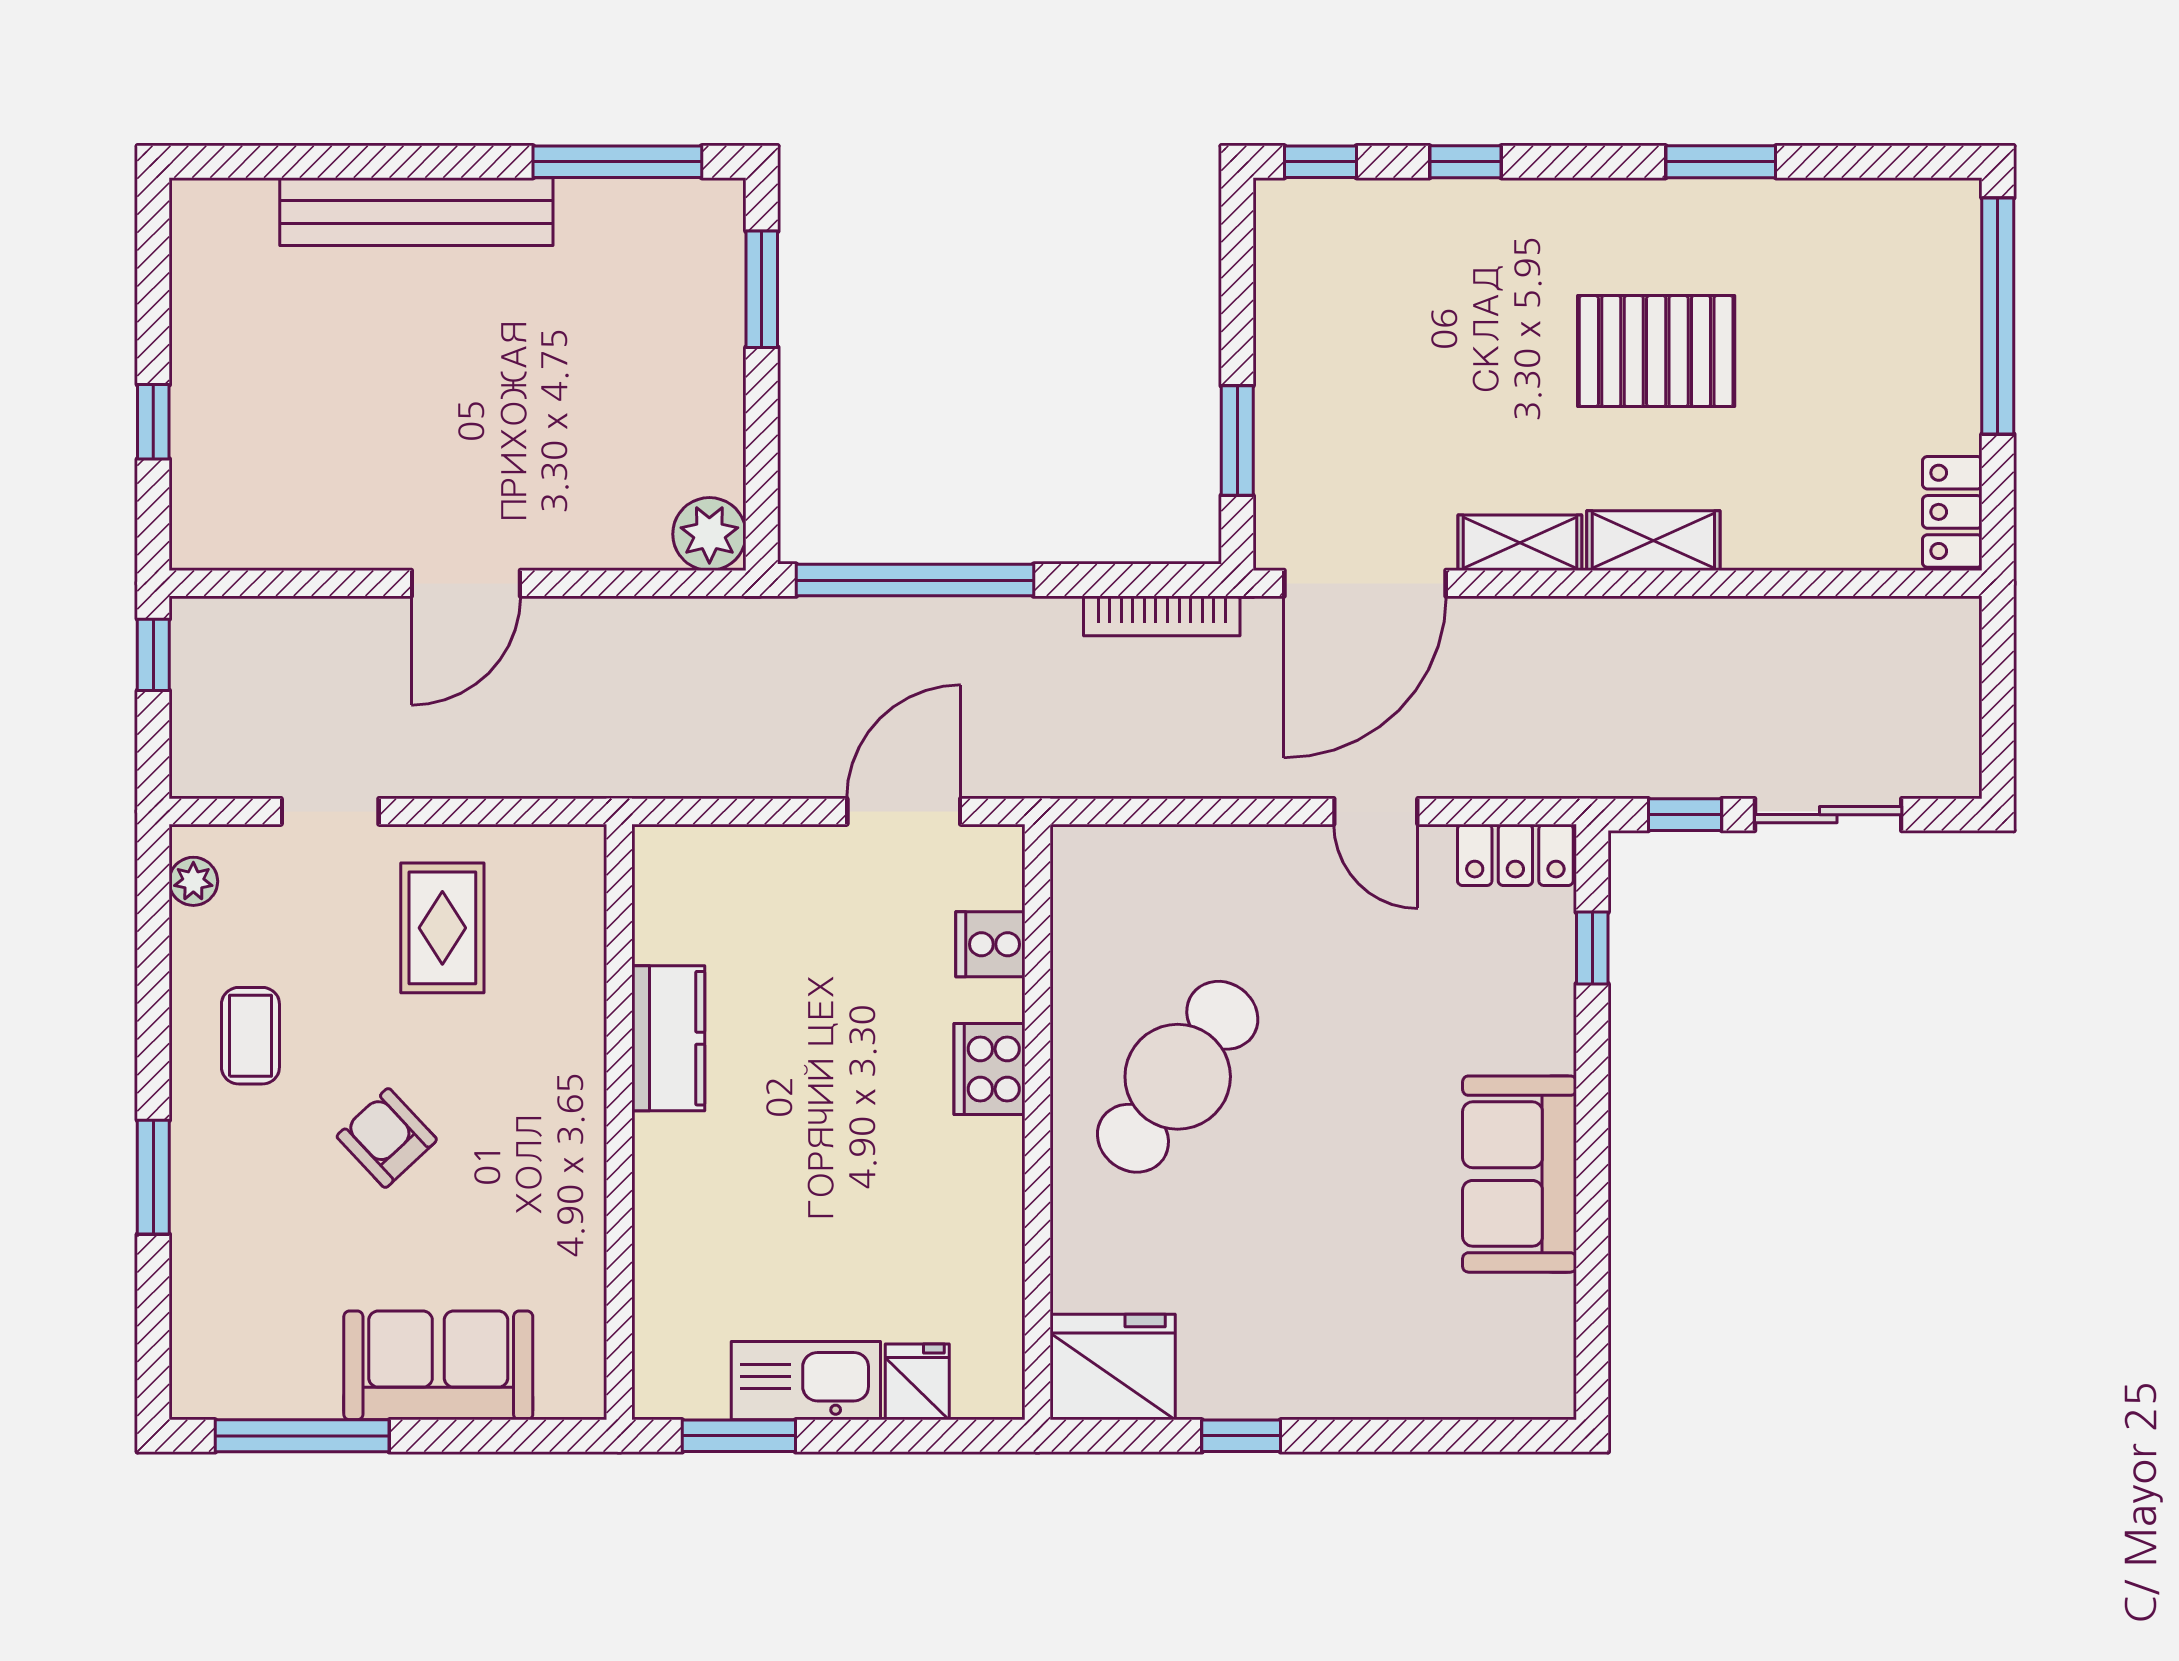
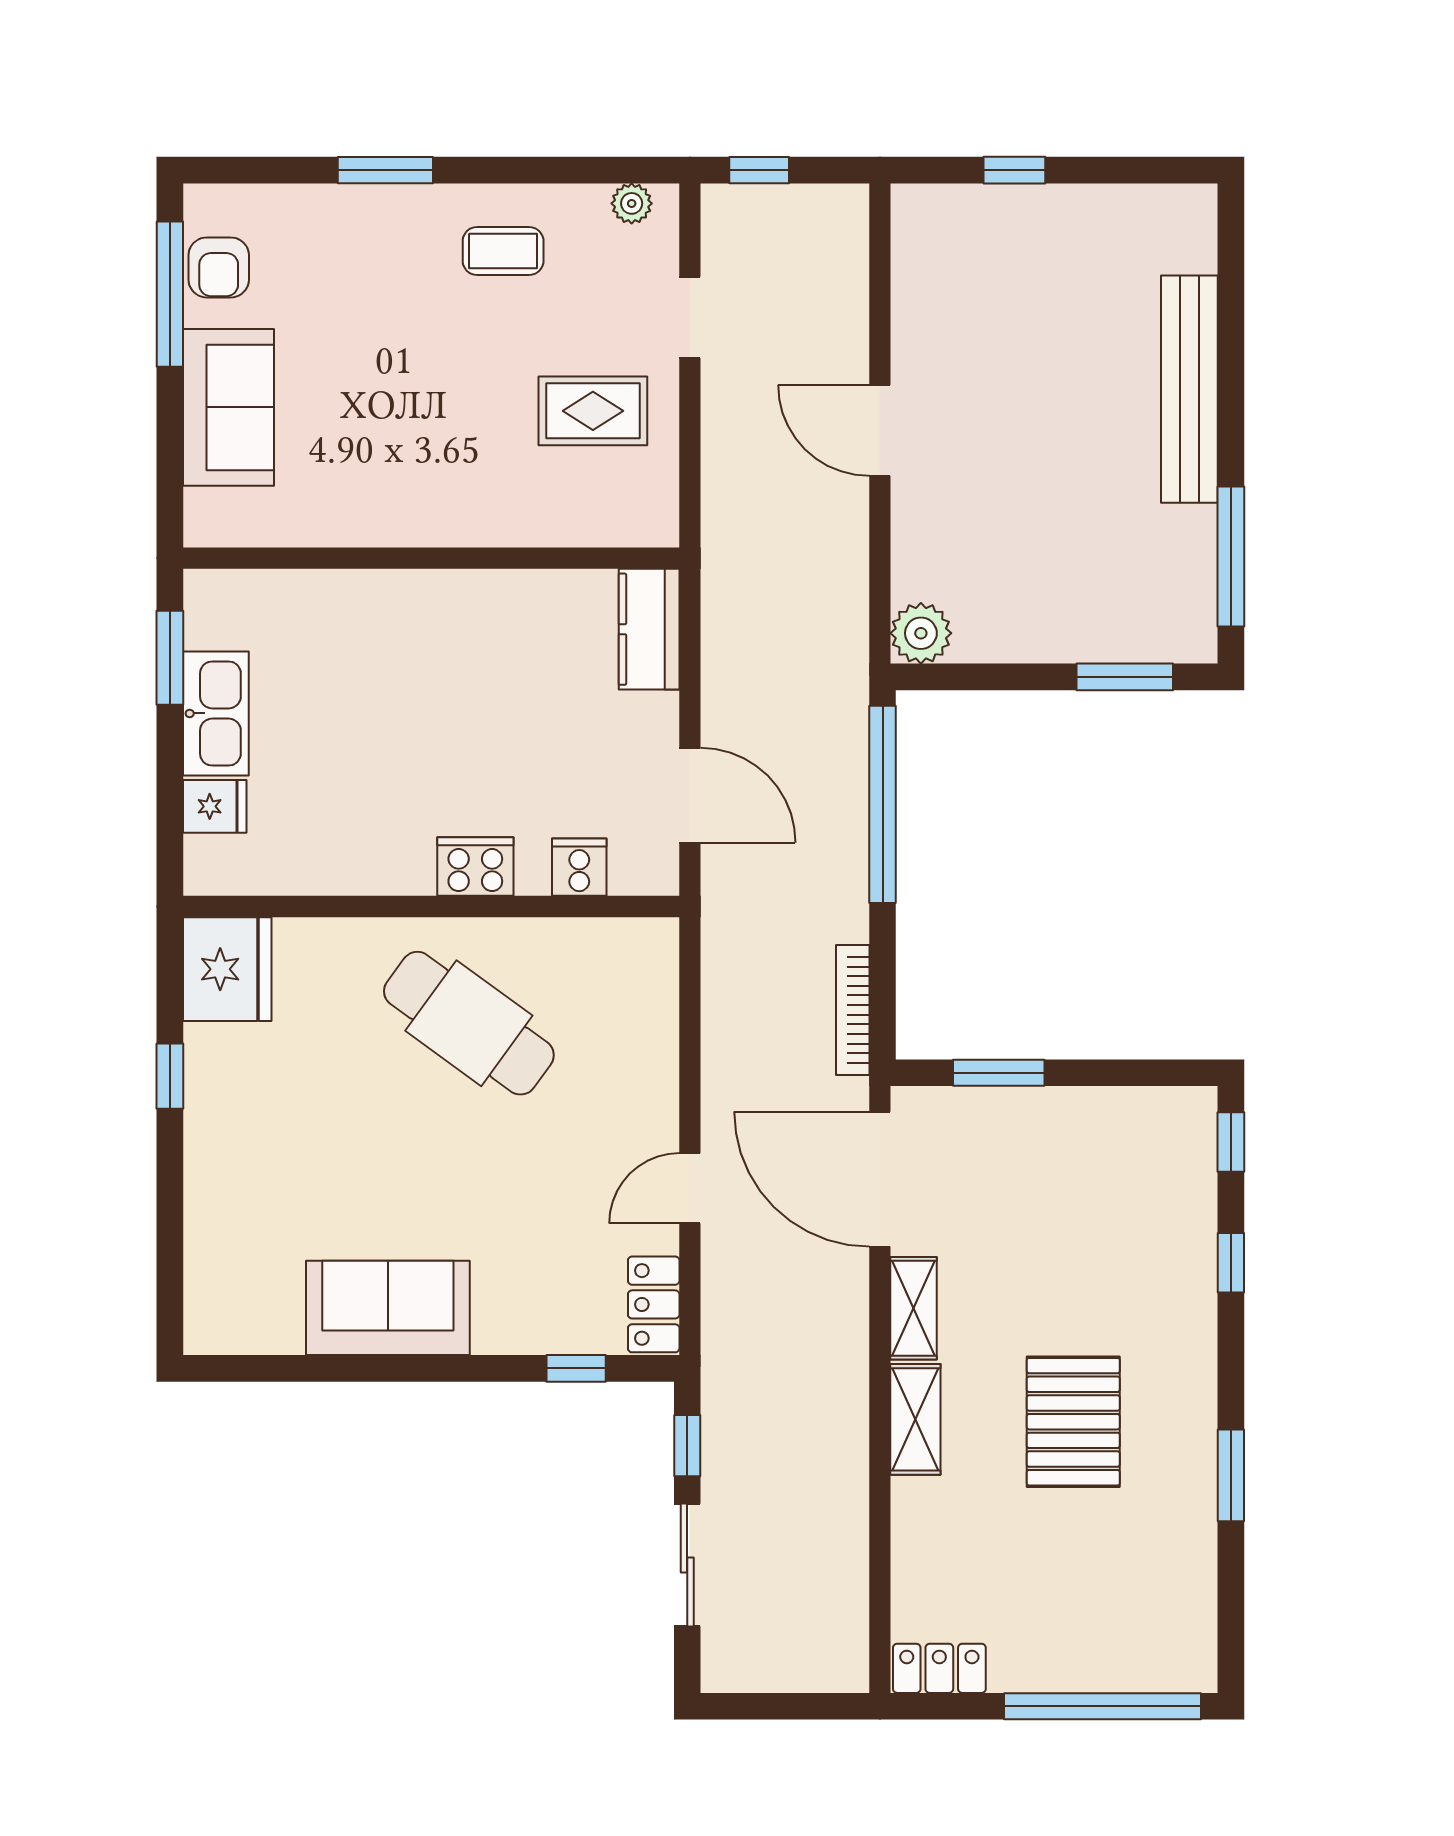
window: (153, 655) -> (759, 170), moved
kitchen counter: (668, 1038) -> (649, 629), moved, turned 90
armchair: (387, 1138) -> (219, 267), moved, turned 133

